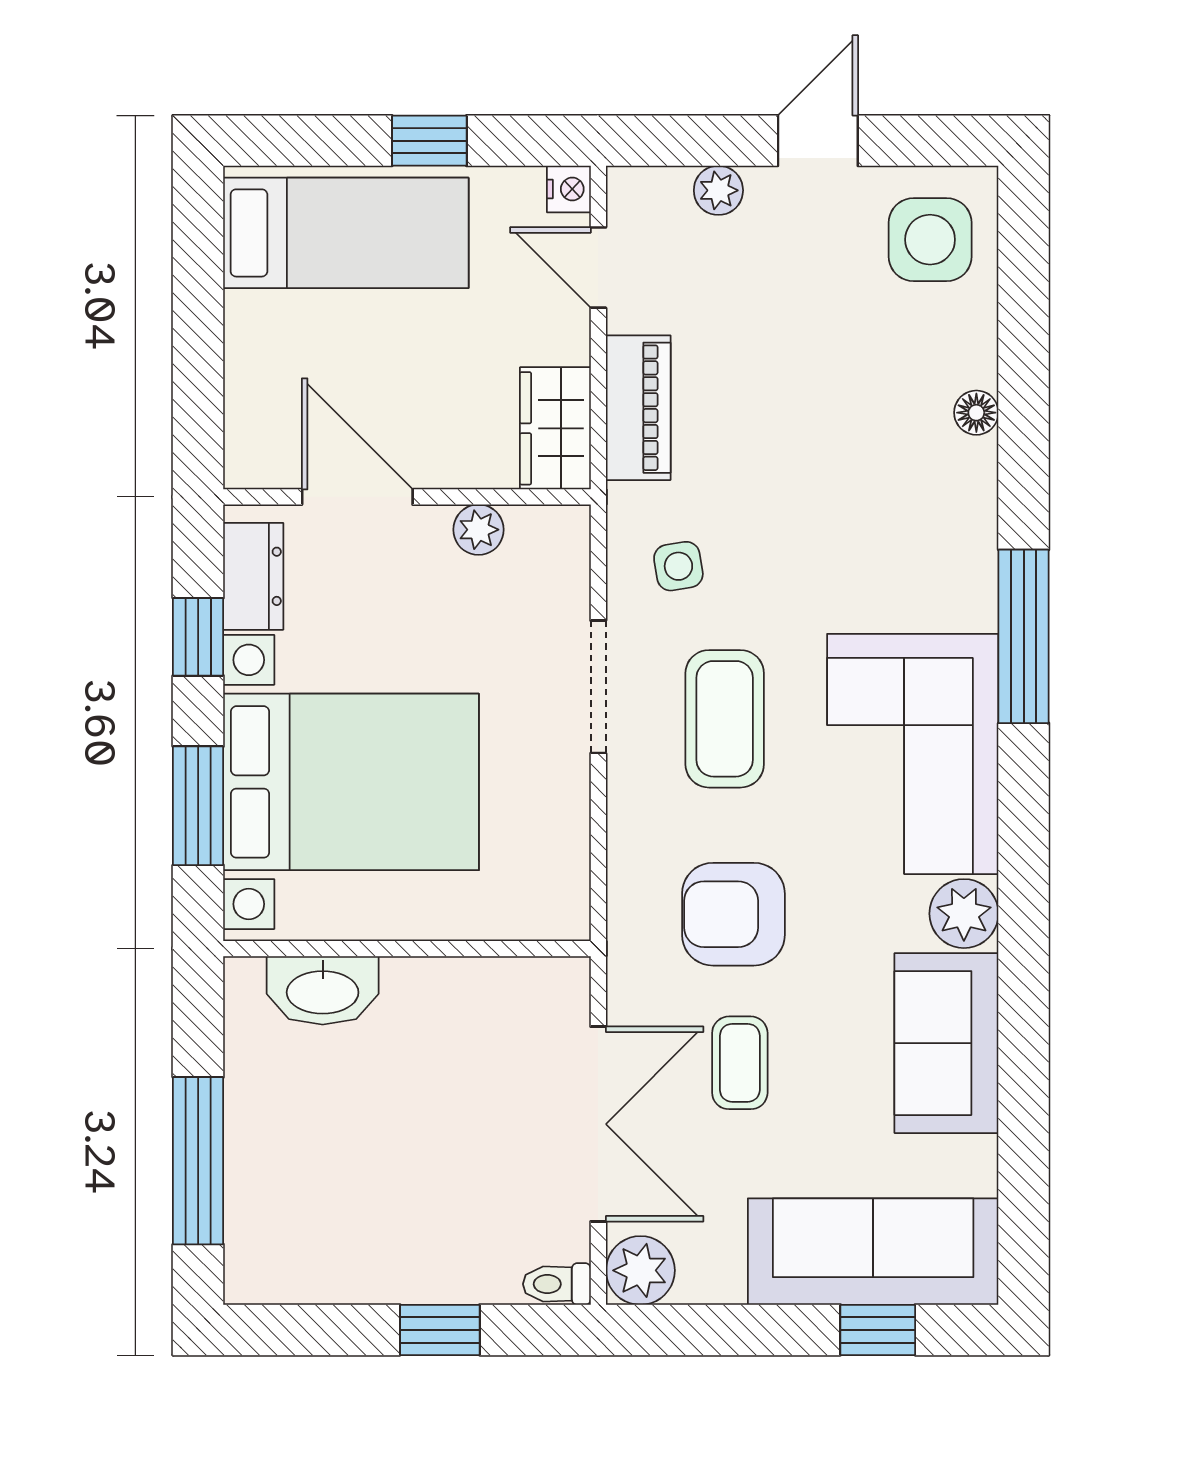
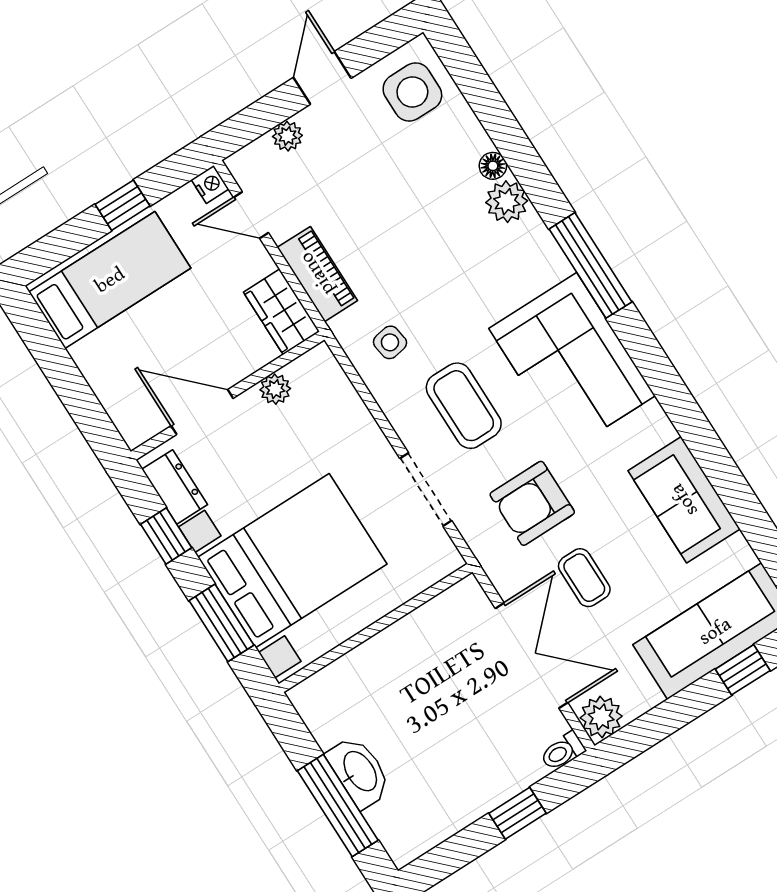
doorway: (598, 687) -> (426, 490), moved
plant: (964, 914) -> (507, 202), moved
washbasin: (323, 990) -> (359, 772), moved, turned -90

